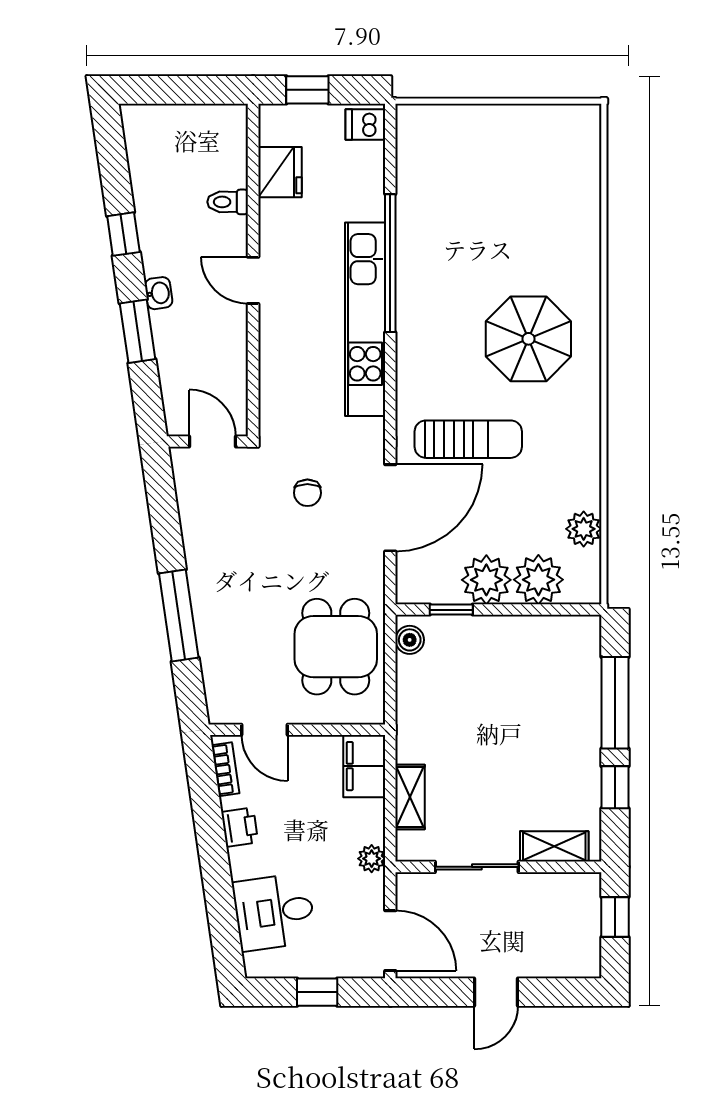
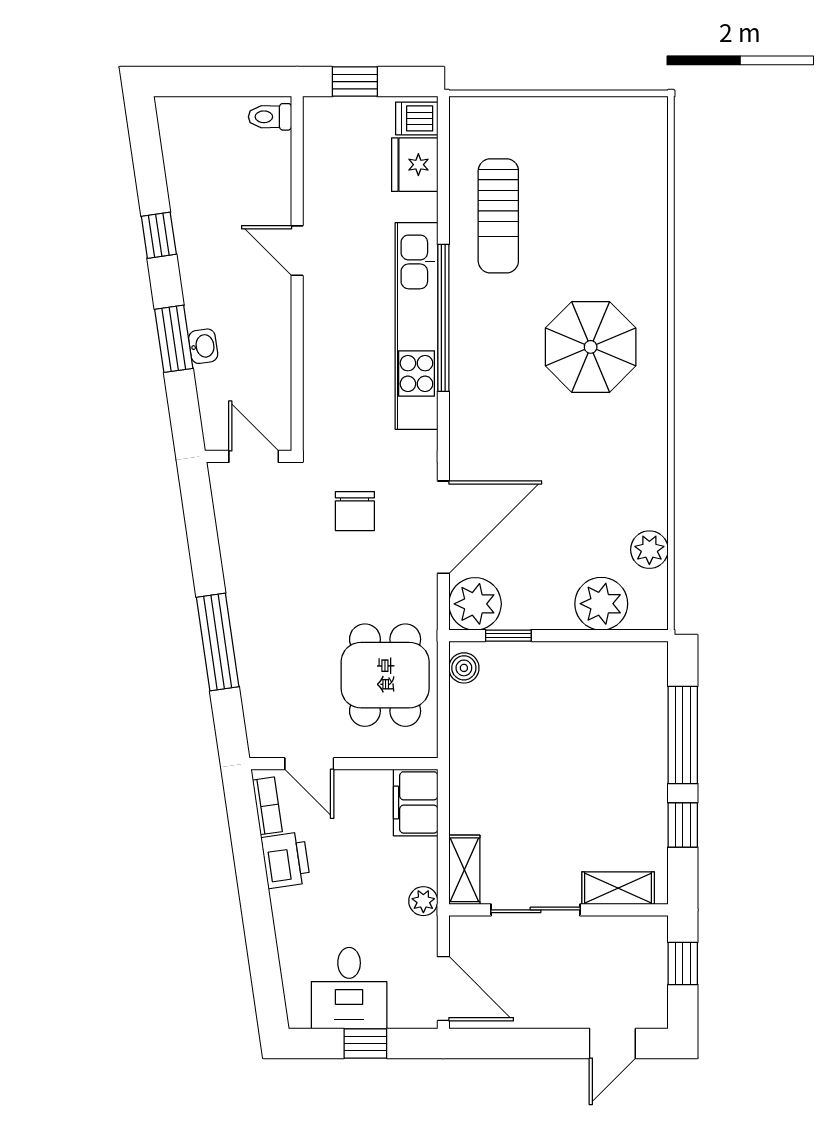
fridge: (280, 172) -> (415, 165), moved, turned 180
toilet: (228, 202) -> (270, 117), moved
window: (390, 263) -> (443, 318), moved
door: (253, 280) -> (297, 251), moved
washbasin: (159, 293) -> (203, 346), moved
sun lounger: (468, 439) -> (498, 216), moved, turned 90
chair: (307, 493) -> (355, 511), width x1.37, depth x1.37
plant: (486, 580) -> (475, 604), moved
shelving: (410, 797) -> (464, 870), moved
printer: (240, 827) -> (286, 860), width x1.36, depth x1.24
desk: (274, 912) -> (349, 988), moved, turned -82
door: (496, 992) -> (612, 1043), moved

